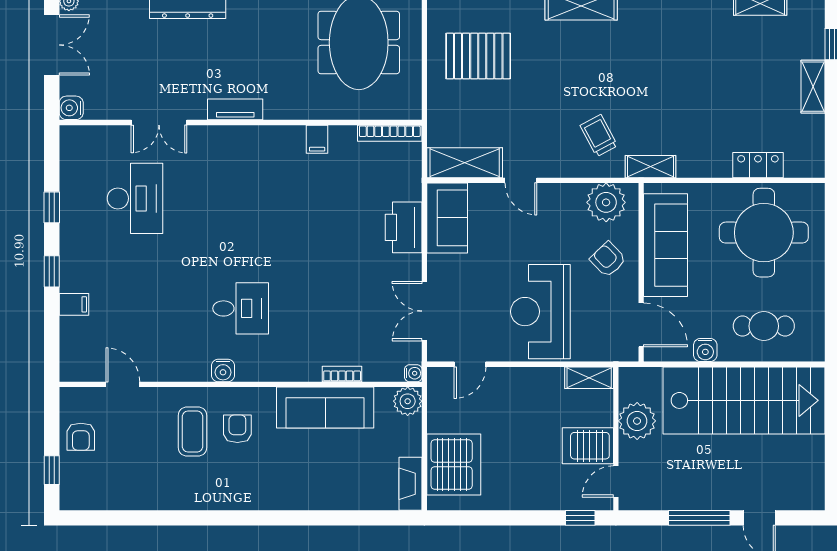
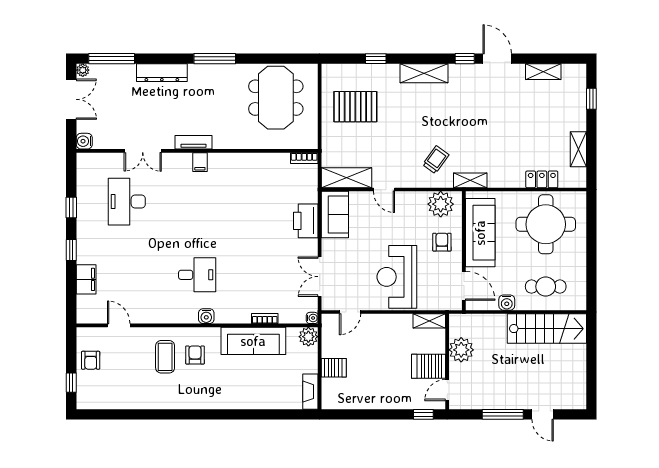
shelving: (813, 87) -> (578, 149), moved
bookcase: (390, 133) -> (304, 158), width x0.64
trolley: (599, 136) -> (436, 160), turned 64
filing cabinet: (317, 139) -> (200, 162), moved
desk: (135, 198) -> (127, 202), turned 180
armchair: (608, 259) -> (442, 242), turned 44
filing cabinet: (74, 304) -> (86, 279), width x2.00
water cooler: (223, 370) -> (206, 316), moved
stairs: (744, 400) -> (547, 329), width x0.73, depth x0.66
server rack: (454, 464) -> (334, 368), width x0.46, depth x0.70

